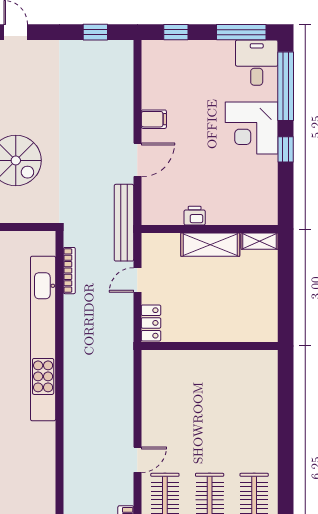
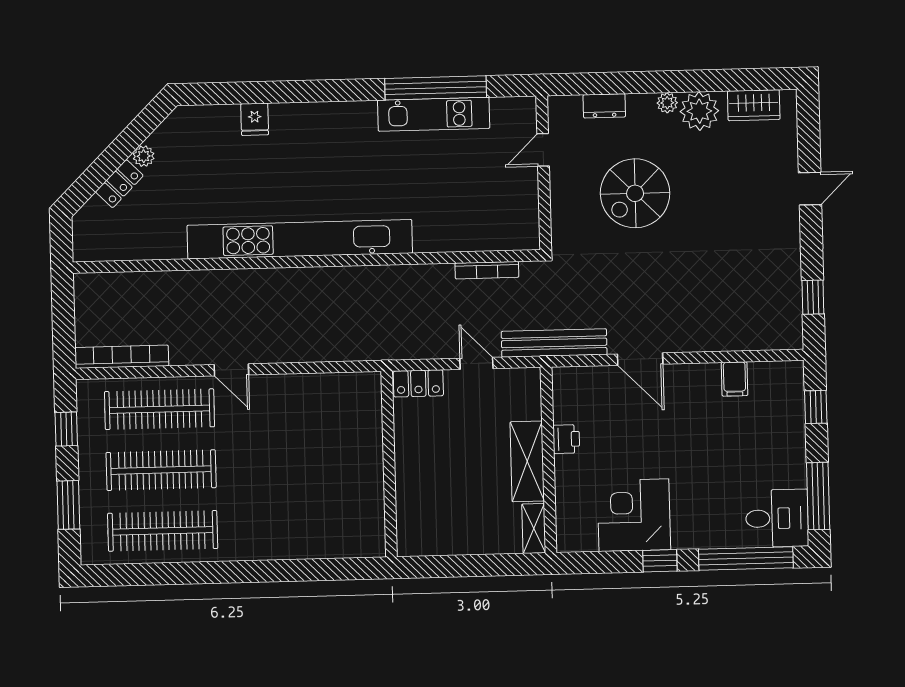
filing cabinet: (154, 119) -> (735, 379), moved
corner desk: (252, 128) -> (634, 515), moved
kitchen unit: (43, 339) -> (300, 239), moved

